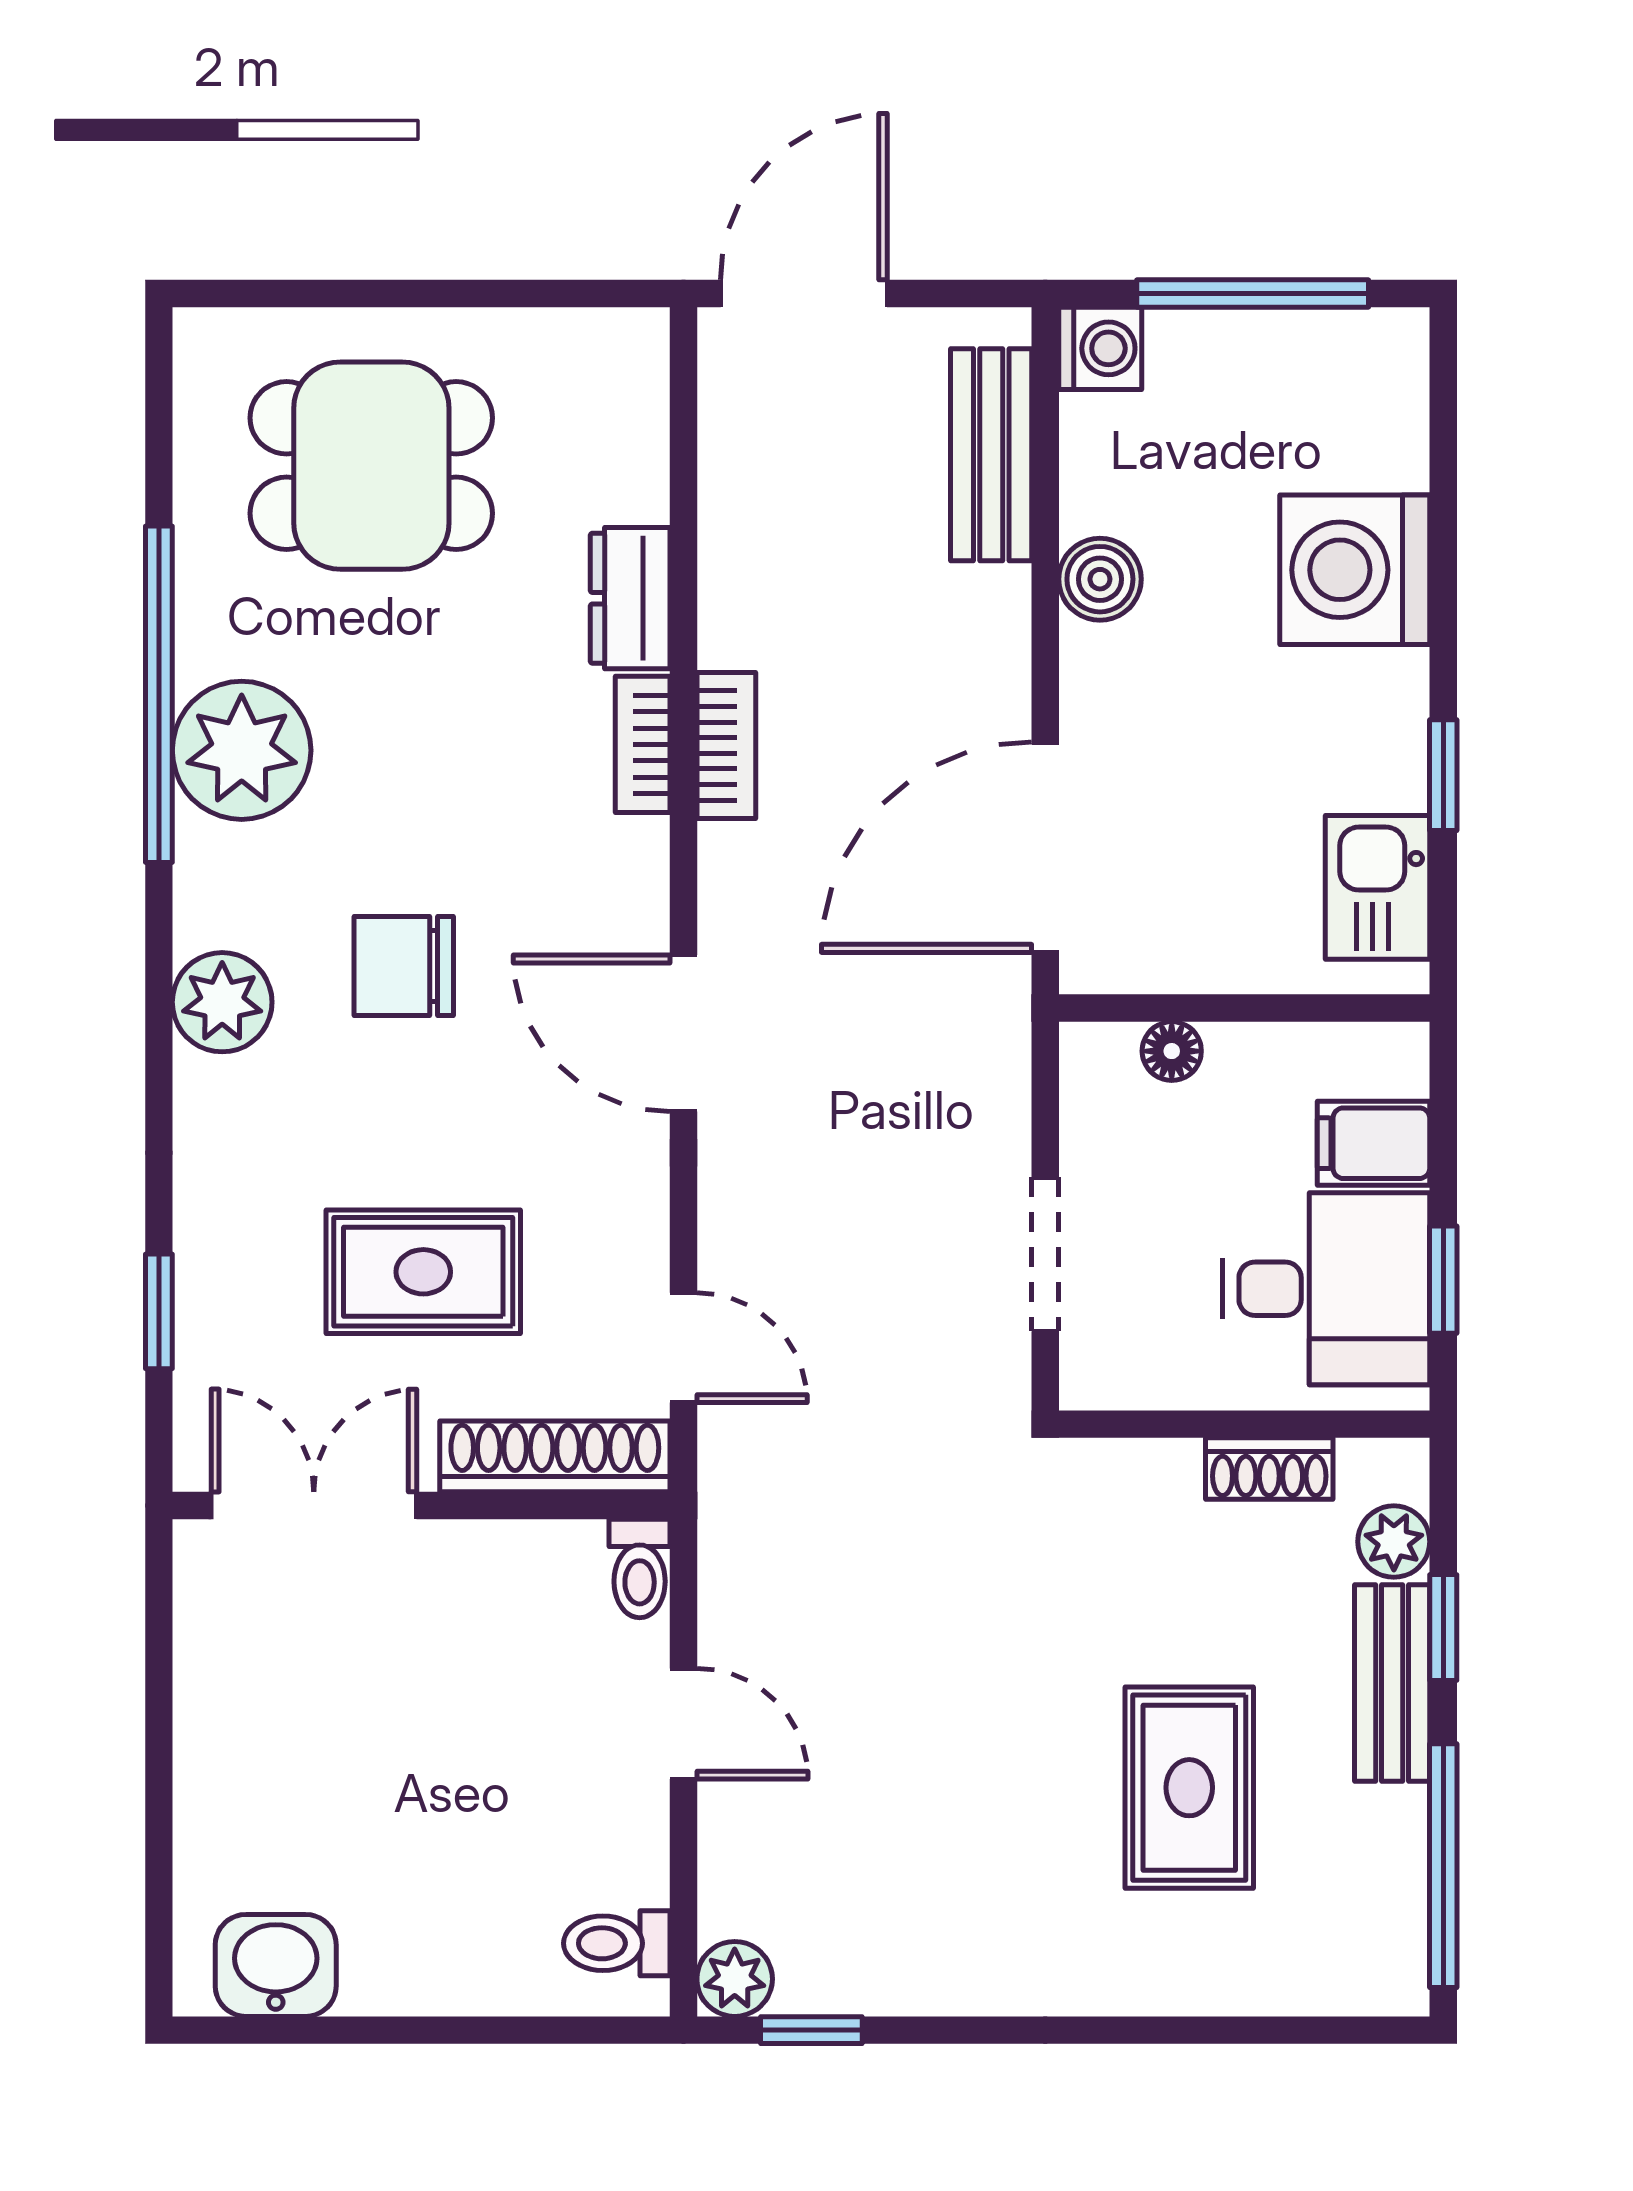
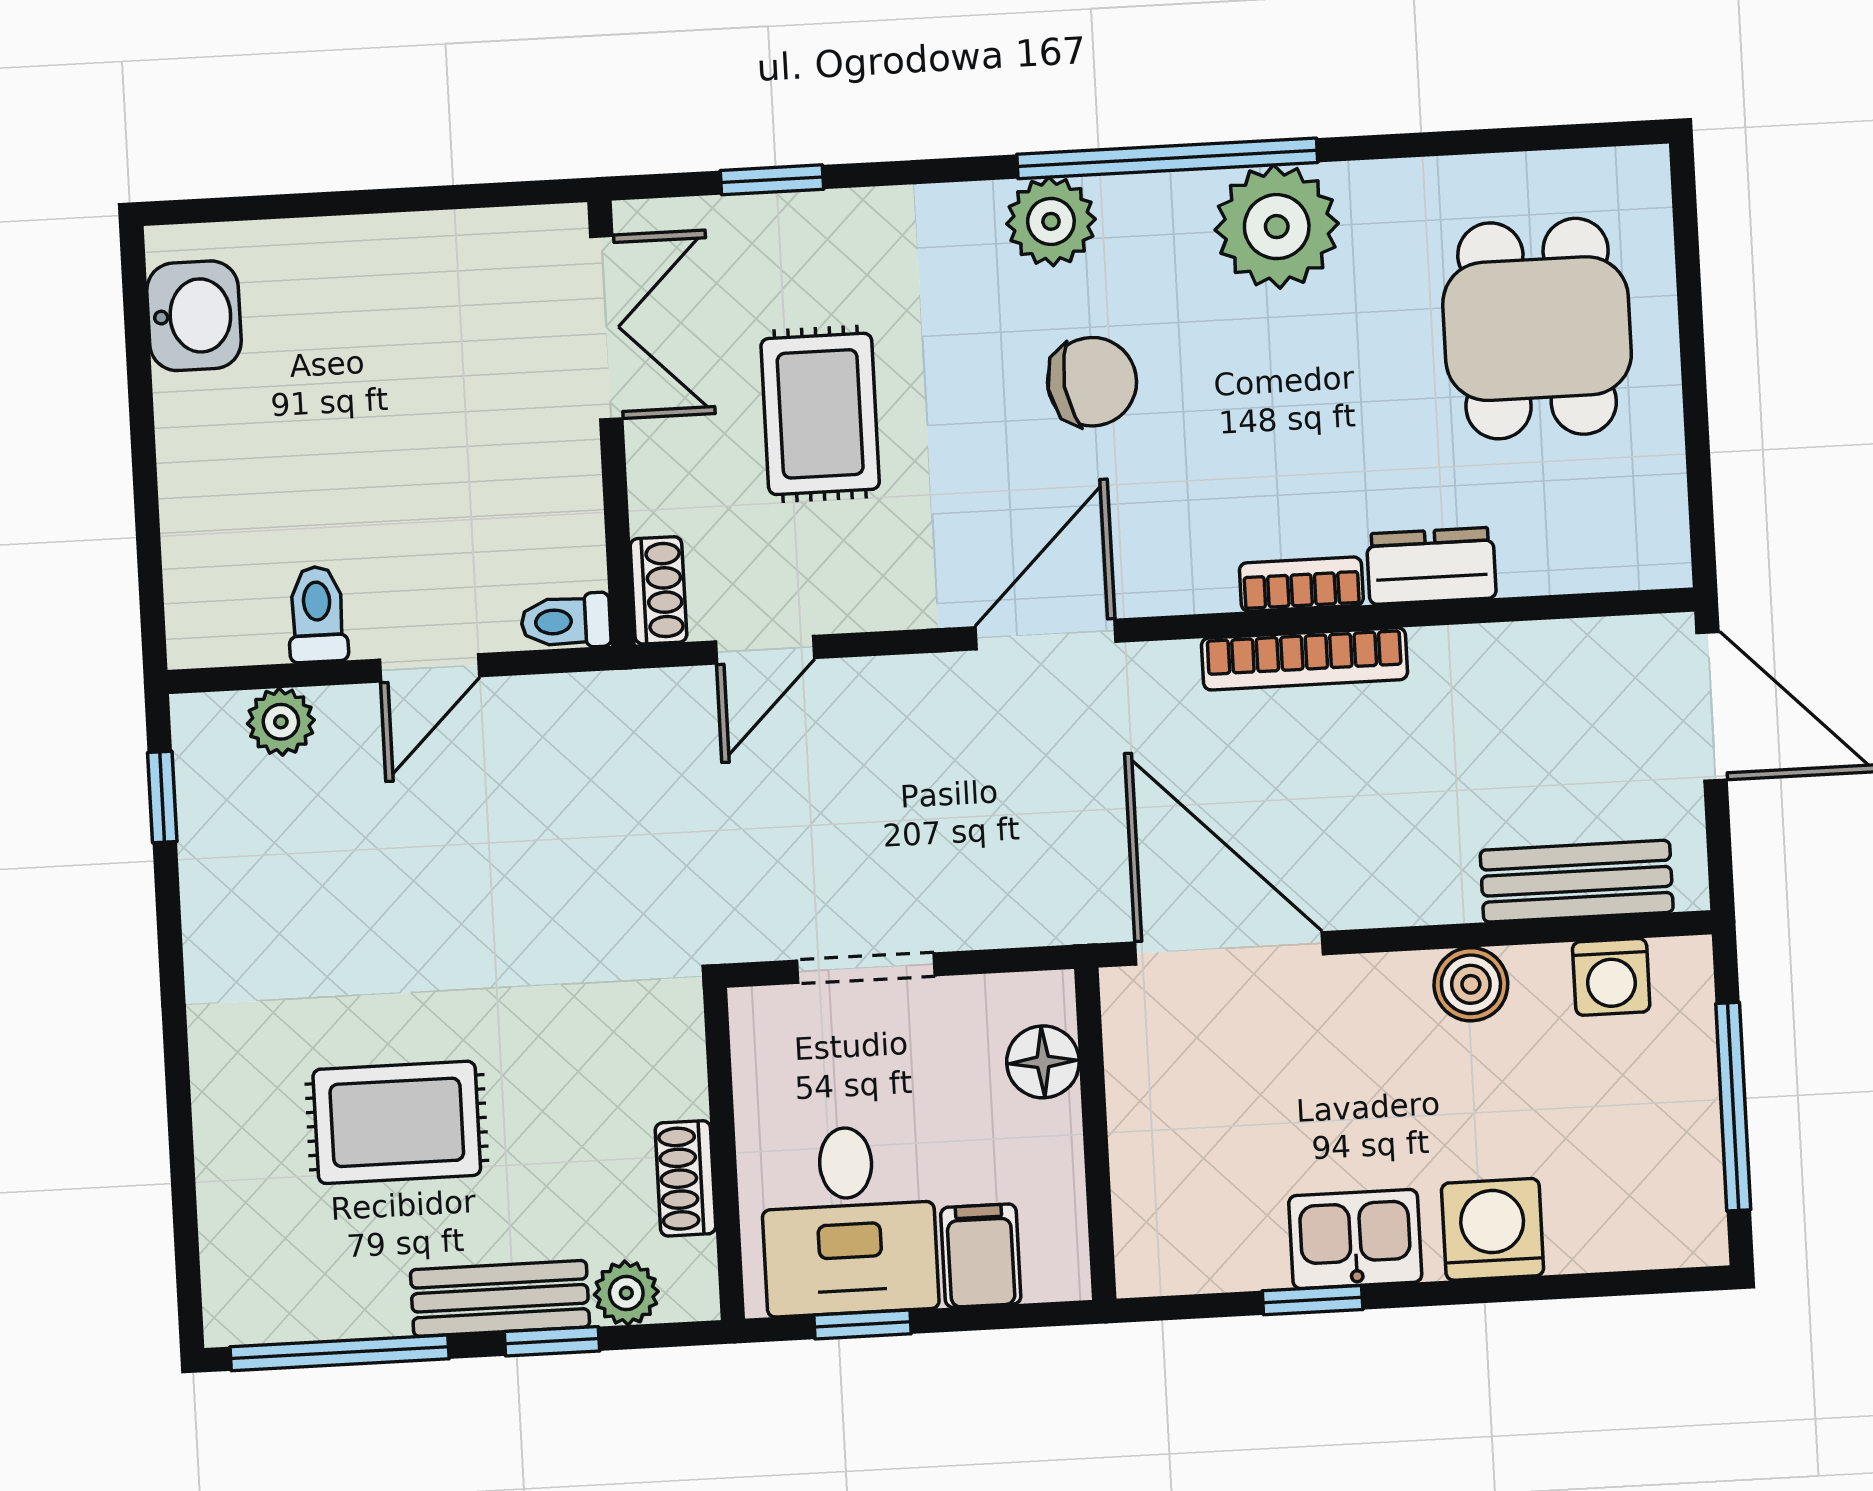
washing machine: (1100, 348) -> (1611, 977), moved
washing machine: (1355, 570) -> (1493, 1229), width x0.73, depth x0.73
window: (159, 694) -> (1167, 158), moved
bookcase: (726, 745) -> (1304, 659), width x1.56
kitchen sink: (1377, 887) -> (1355, 1239), moved
chair: (404, 966) -> (1092, 382), turned 83
floor lamp: (1172, 1051) -> (1043, 1062), width x1.37, depth x1.37
shoe rack: (555, 1456) -> (658, 590), width x0.51, depth x0.81
toilet: (617, 1943) -> (317, 614), moved
plant: (735, 1979) -> (281, 722), moved

